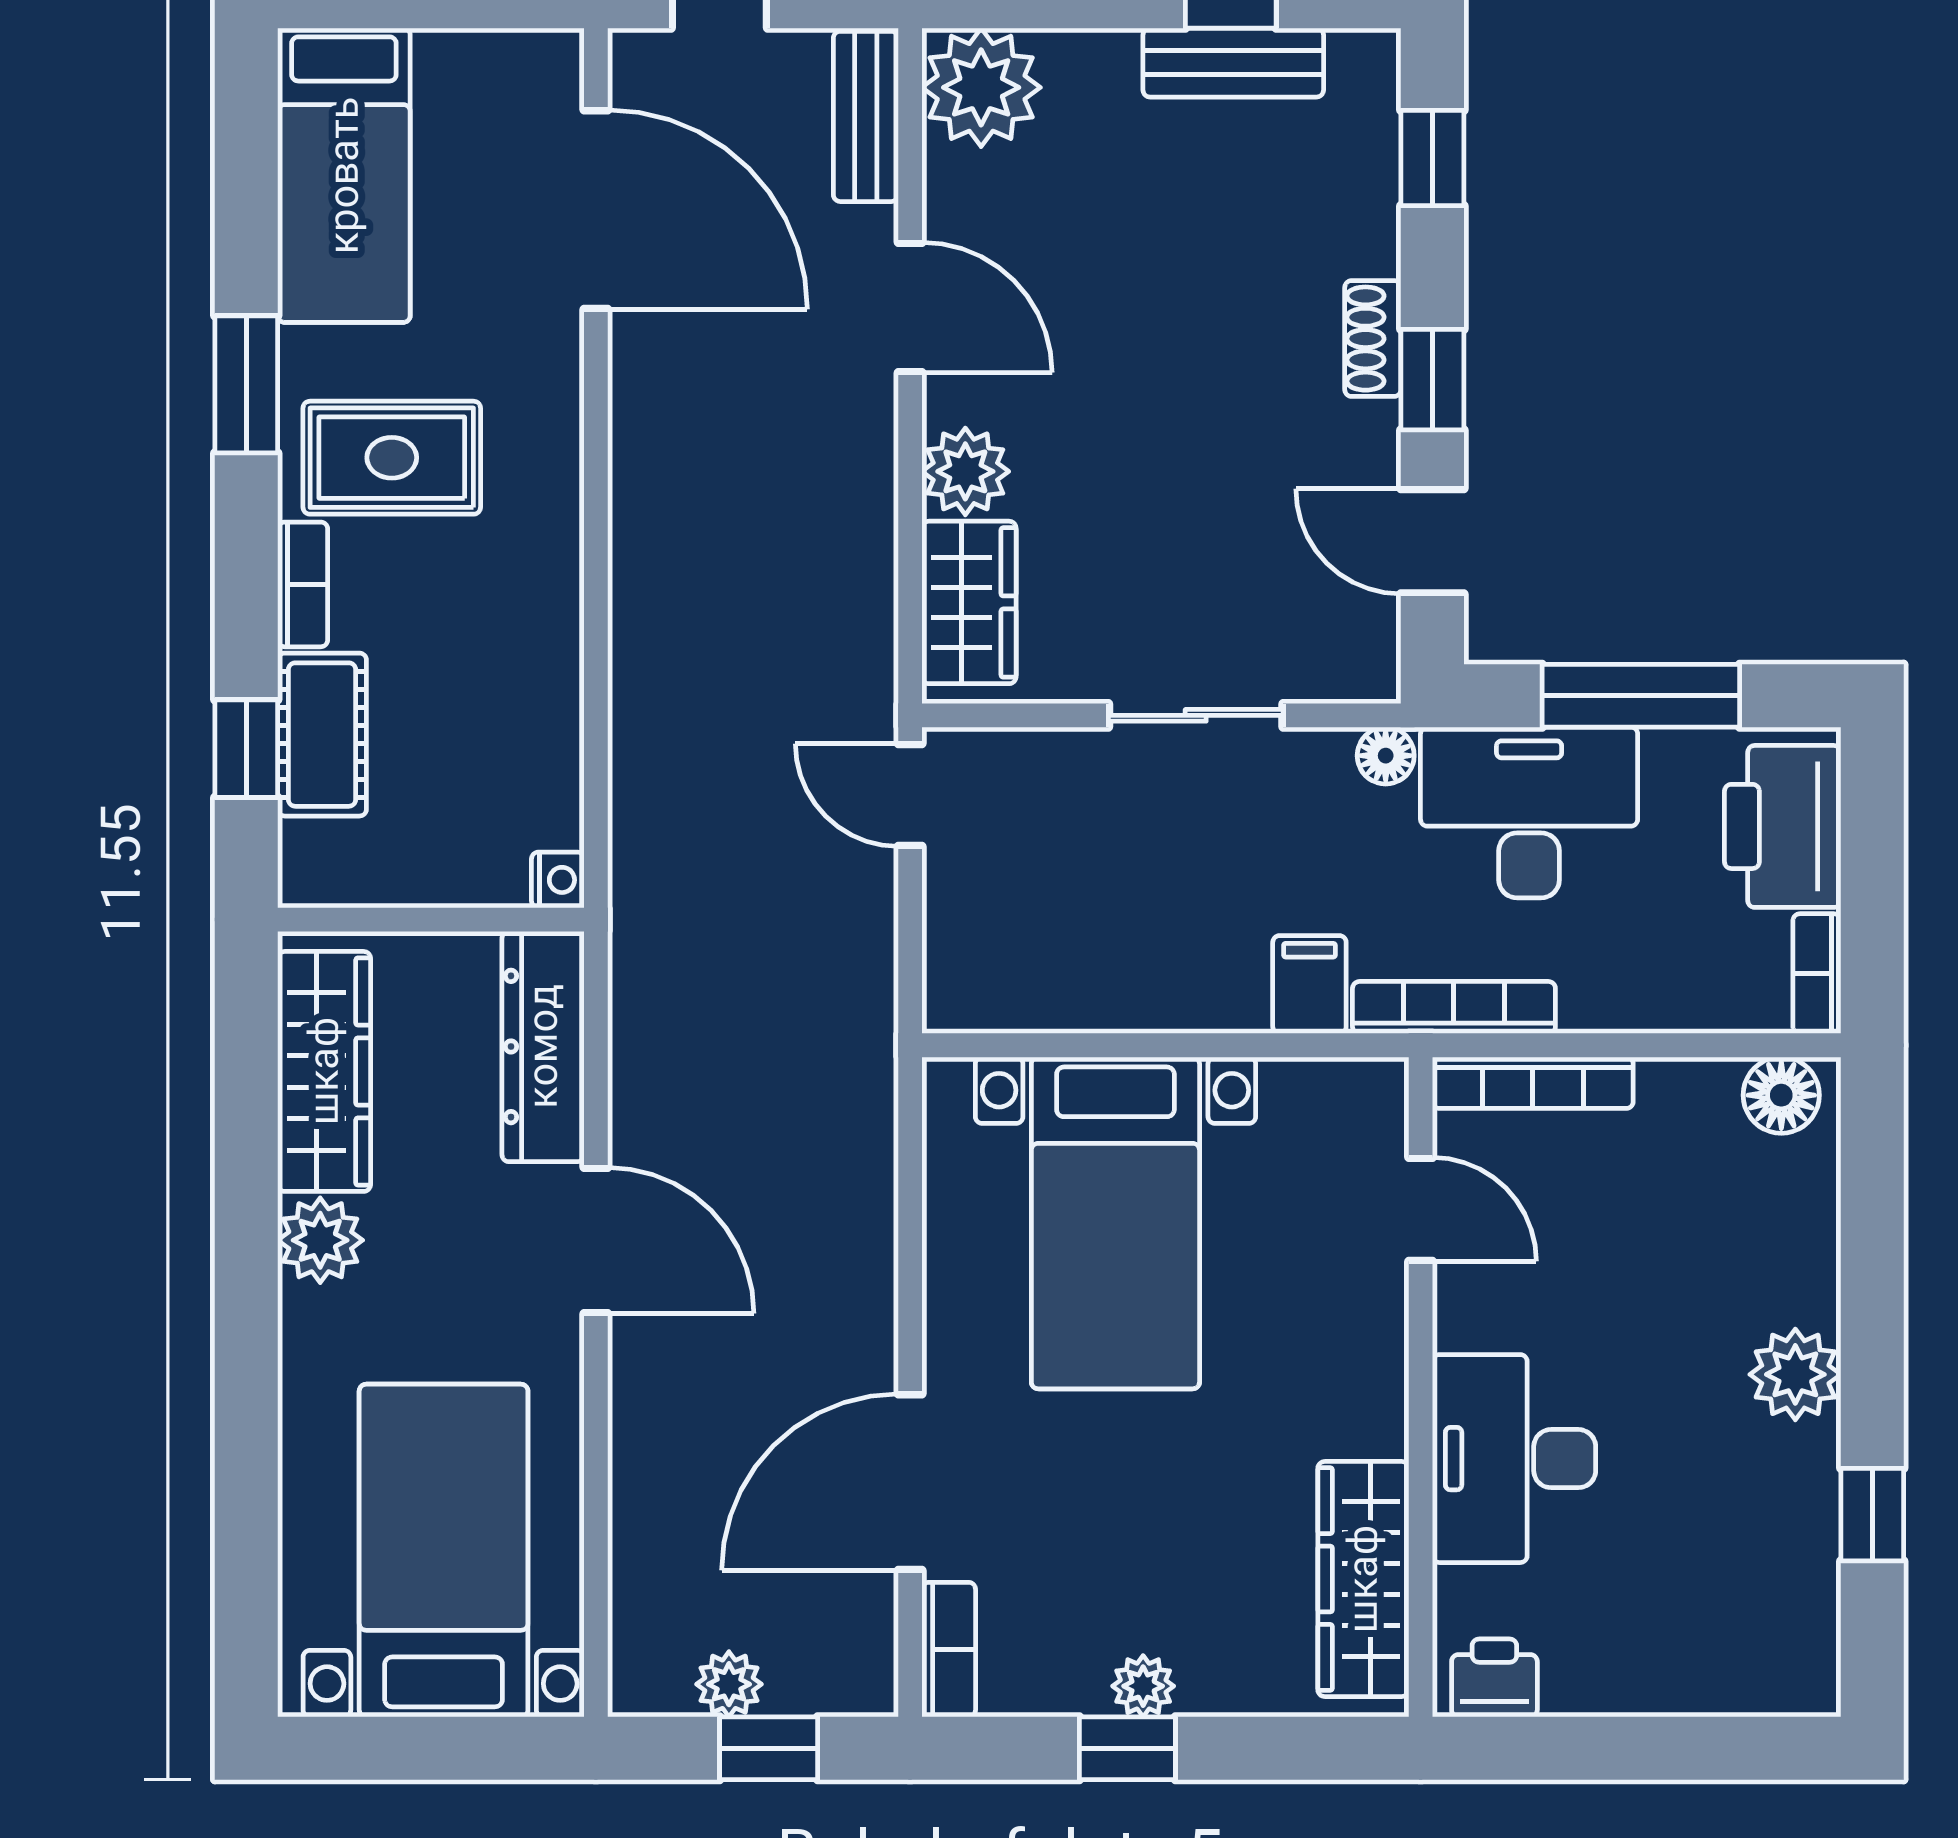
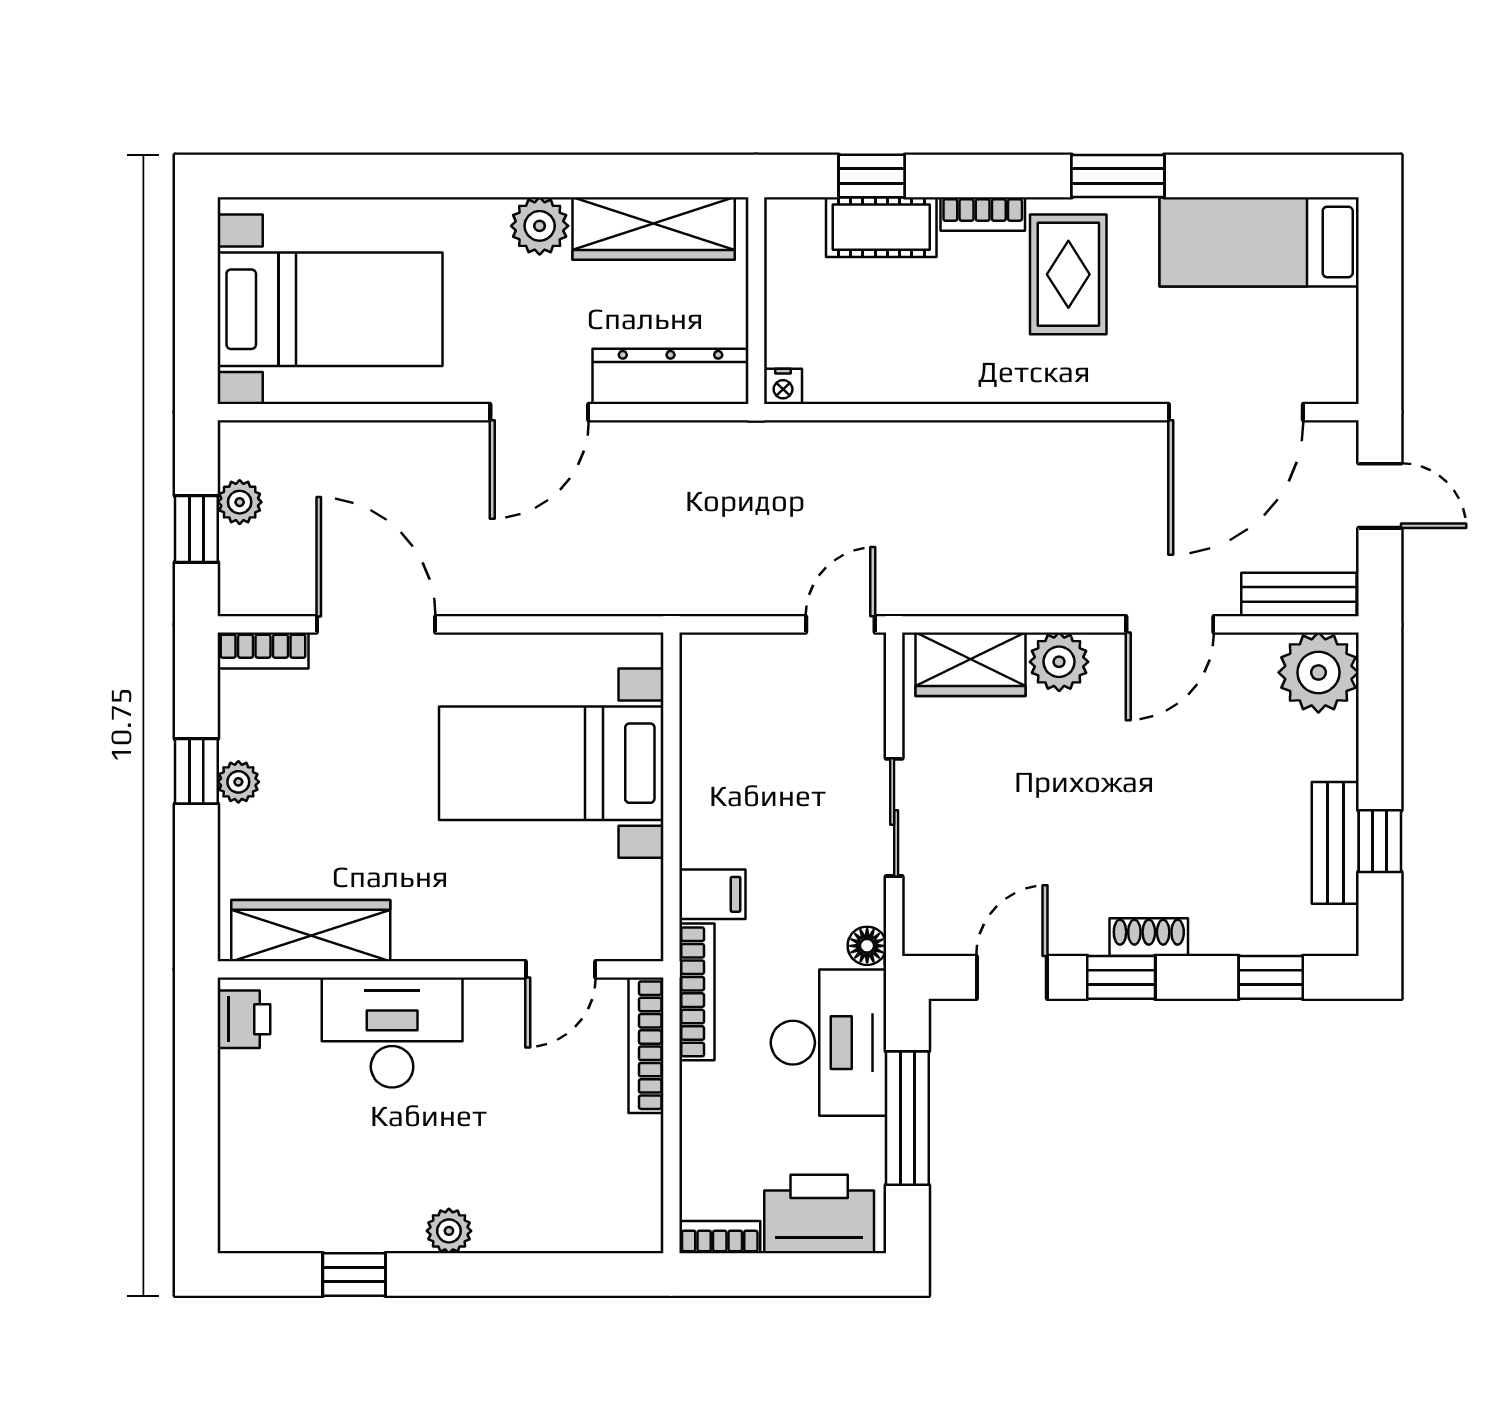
floor lamp: (1781, 1095) -> (638, 1213), removed
plant: (1795, 1374) -> (449, 1231), width x0.73, depth x0.73

